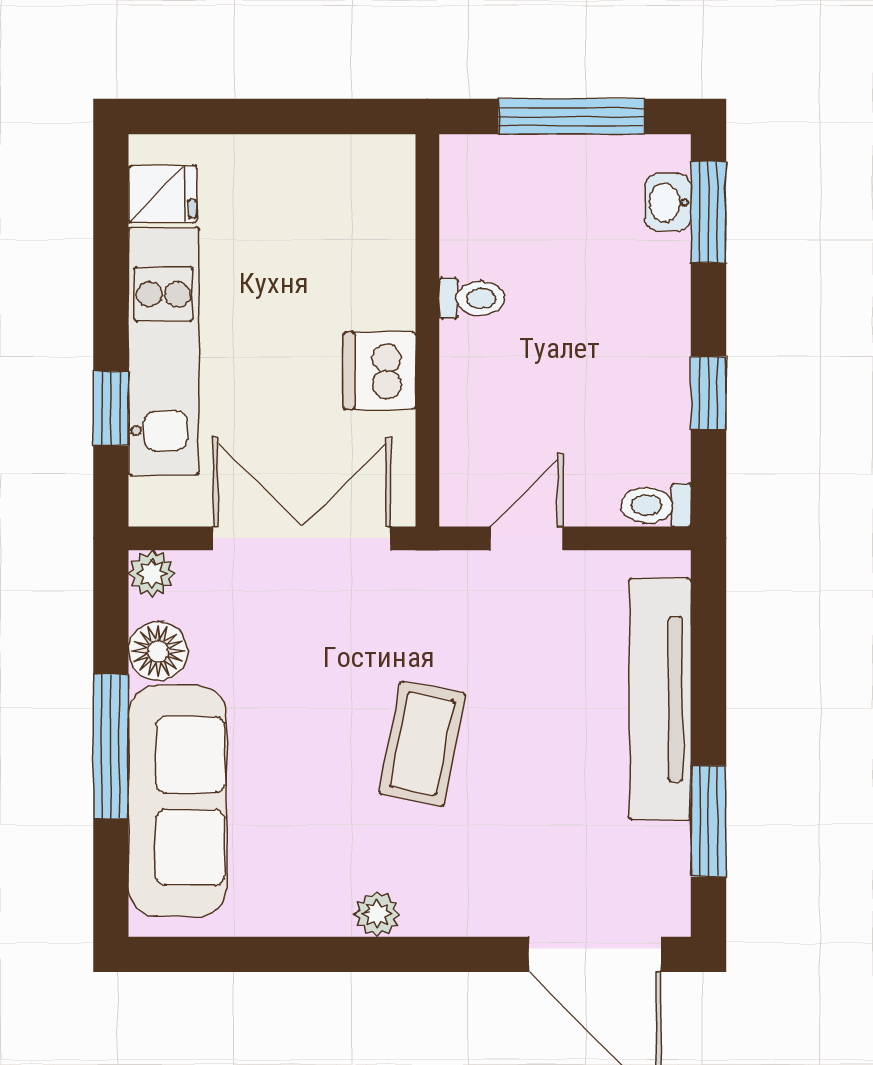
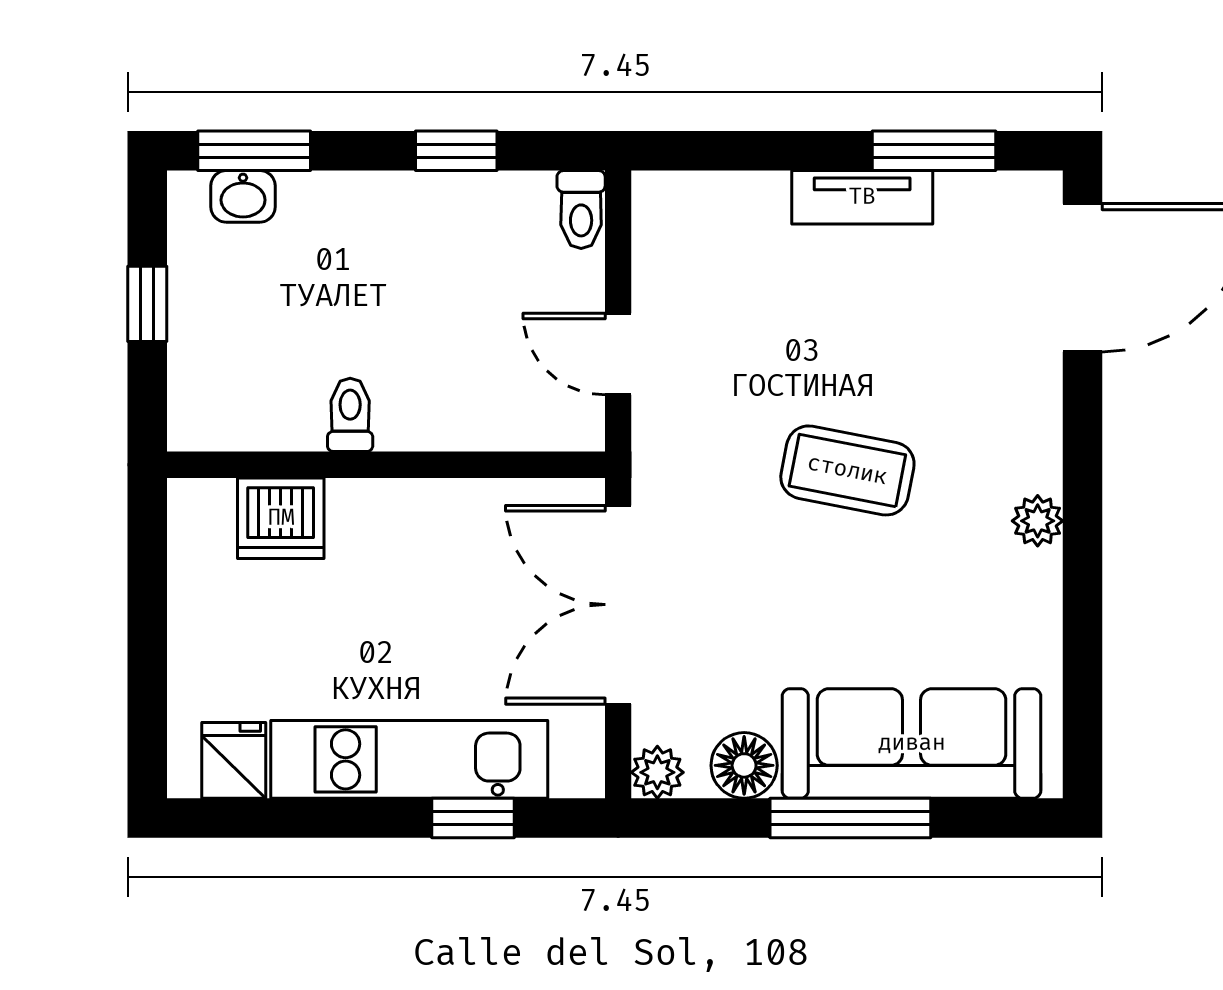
window: (571, 116) -> (147, 304), width x0.46
dishwasher: (379, 371) -> (281, 518), moved
tv unit: (660, 699) -> (862, 197), width x0.52, depth x0.78

